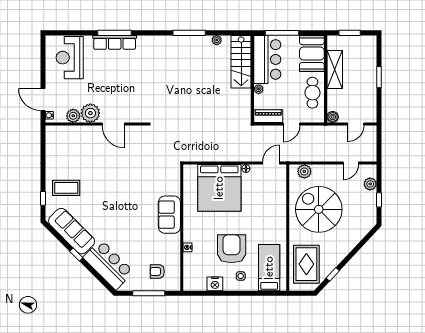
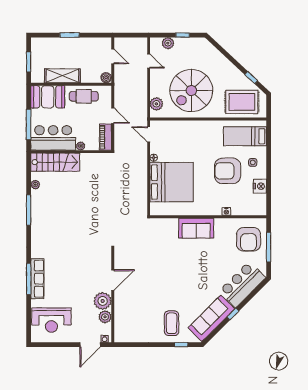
armchair: (157, 271) -> (249, 239), width x1.88, depth x1.88

